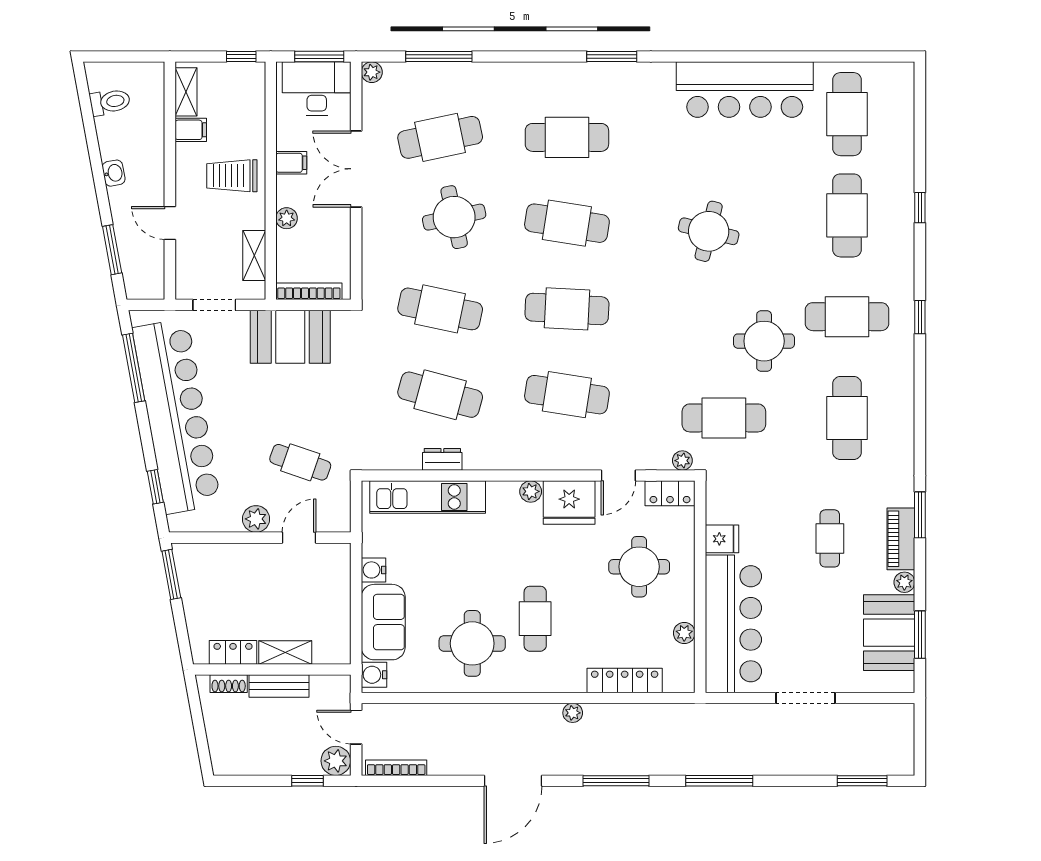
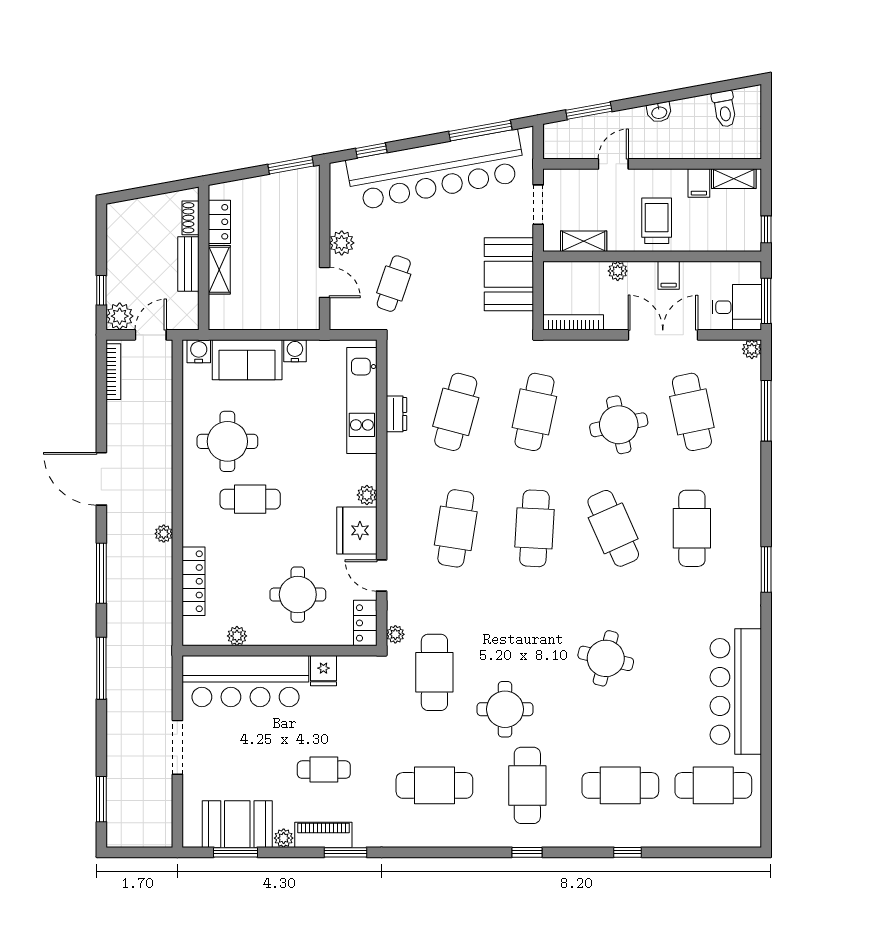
desk: (317, 89) -> (737, 307), width x0.73
cafe table: (567, 223) -> (613, 528), turned -33
bookcase: (309, 291) -> (573, 322), moved, turned -90

